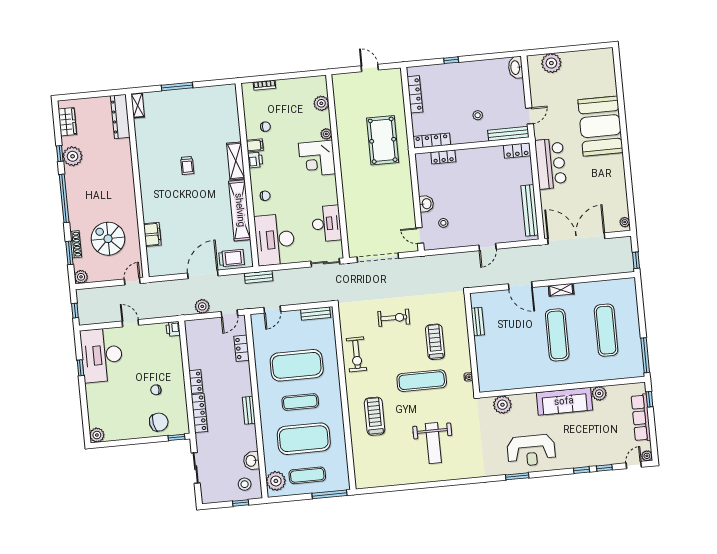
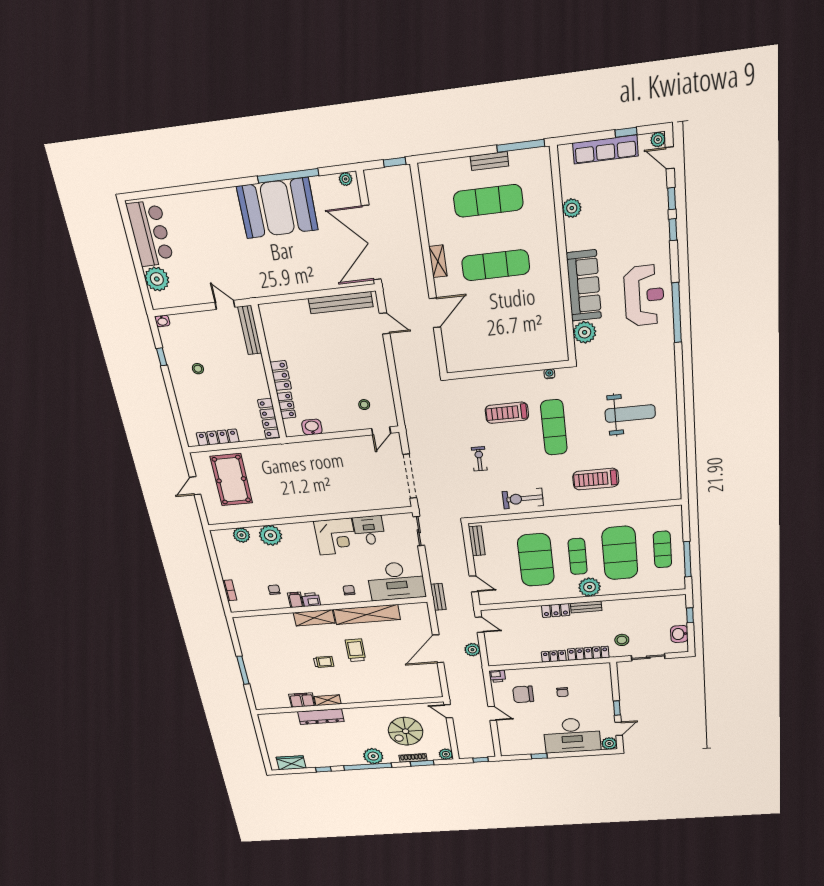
window: (451, 60) -> (162, 357), moved
washbasin: (516, 68) -> (162, 321), width x0.52, depth x0.69
shelving: (138, 105) -> (328, 700), moved
stool: (478, 115) -> (198, 369), moved
dresser: (120, 116) -> (321, 717), moved
booth: (600, 126) -> (277, 208), moved
plant: (326, 134) -> (271, 535), width x1.87, depth x1.87
pool table: (383, 140) -> (231, 480), moved, turned 90
locker: (517, 150) -> (281, 376), moved
plant: (73, 156) -> (373, 756), moved
corner desk: (317, 159) -> (336, 537), moved
bar counter: (551, 164) -> (150, 234), moved, turned 90
window: (628, 178) -> (288, 176), added
washbasin: (426, 204) -> (312, 427), moved
desk: (326, 224) -> (369, 530), width x0.73
filing cabinet: (152, 234) -> (302, 700), moved
door: (487, 247) -> (385, 323), moved
trolley: (232, 258) -> (355, 650), moved
door: (203, 274) -> (438, 649), hinge flipped
exercise bike: (394, 318) -> (479, 459), width x0.73, depth x0.72
bench: (478, 321) -> (489, 161), moved
door: (130, 323) -> (492, 713), swing flipped
locker: (242, 348) -> (556, 610), moved
exercise bike: (356, 354) -> (523, 499), turned 180
desk: (102, 355) -> (572, 735), moved
window: (649, 399) -> (626, 132), moved
sofa: (564, 401) -> (584, 286), moved
chair: (159, 422) -> (523, 694), moved, turned -79
window: (176, 437) -> (617, 708), moved
door: (114, 443) -> (619, 729), added
washbasin: (251, 461) -> (679, 634), moved, turned 90
window: (517, 476) -> (677, 313), width x2.11
plant: (276, 481) -> (590, 587), moved
stool: (245, 484) -> (622, 640), moved
window: (329, 494) -> (687, 559), moved

